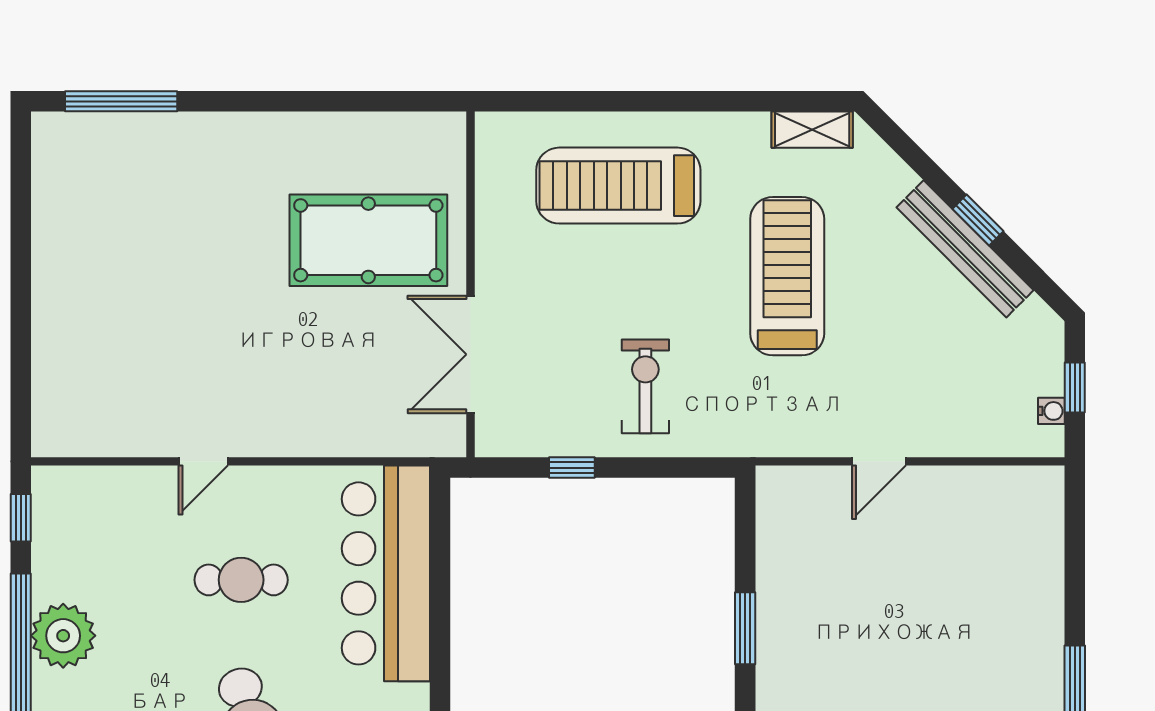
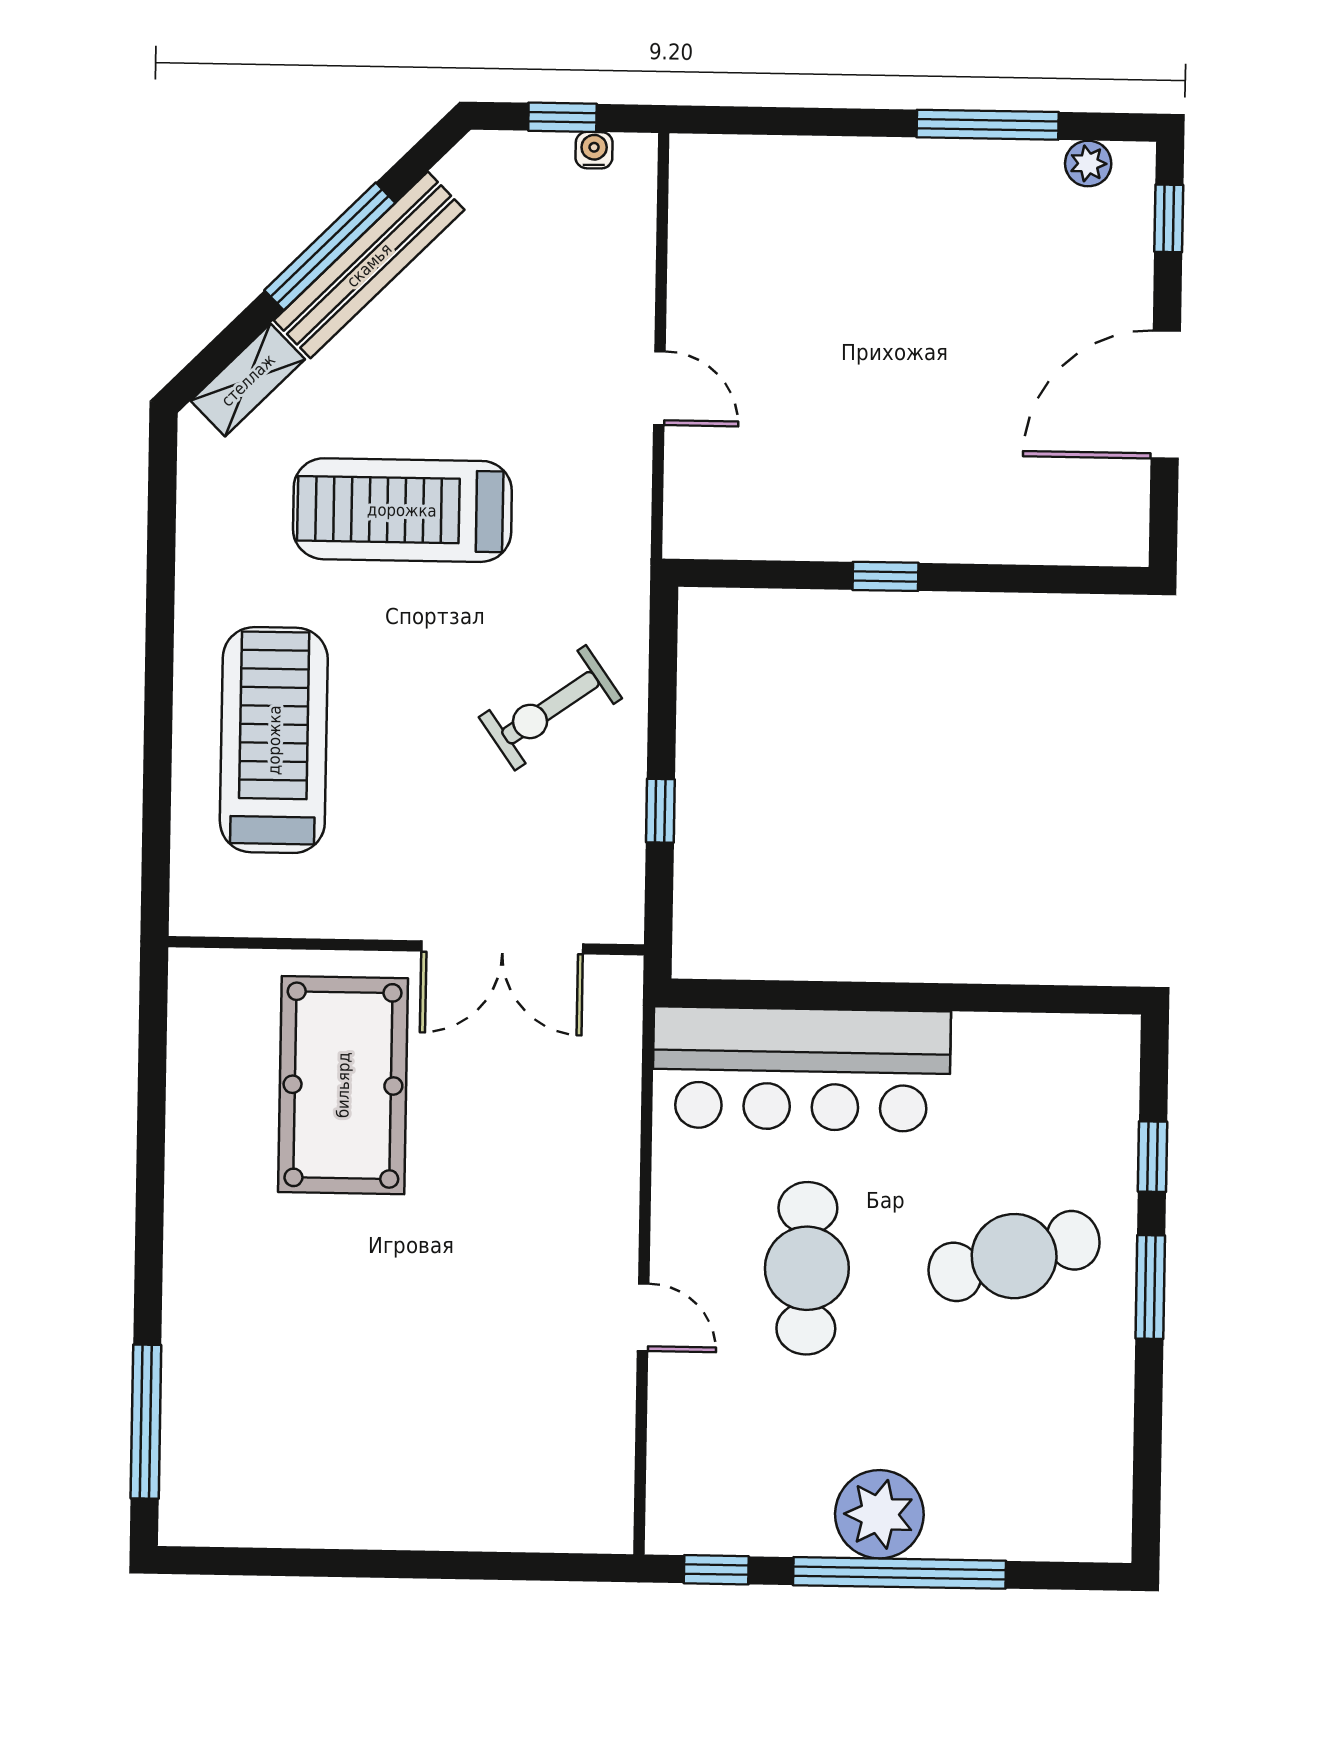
shelving: (812, 130) -> (248, 380), moved, turned 45
treadmill: (618, 186) -> (274, 740), turned 180
window: (978, 220) -> (330, 246), width x2.17
exercise bike: (645, 386) -> (550, 708), turned -35
cafe table: (241, 580) -> (807, 1268), width x1.37, depth x1.35
window: (745, 628) -> (886, 576), width x0.67

